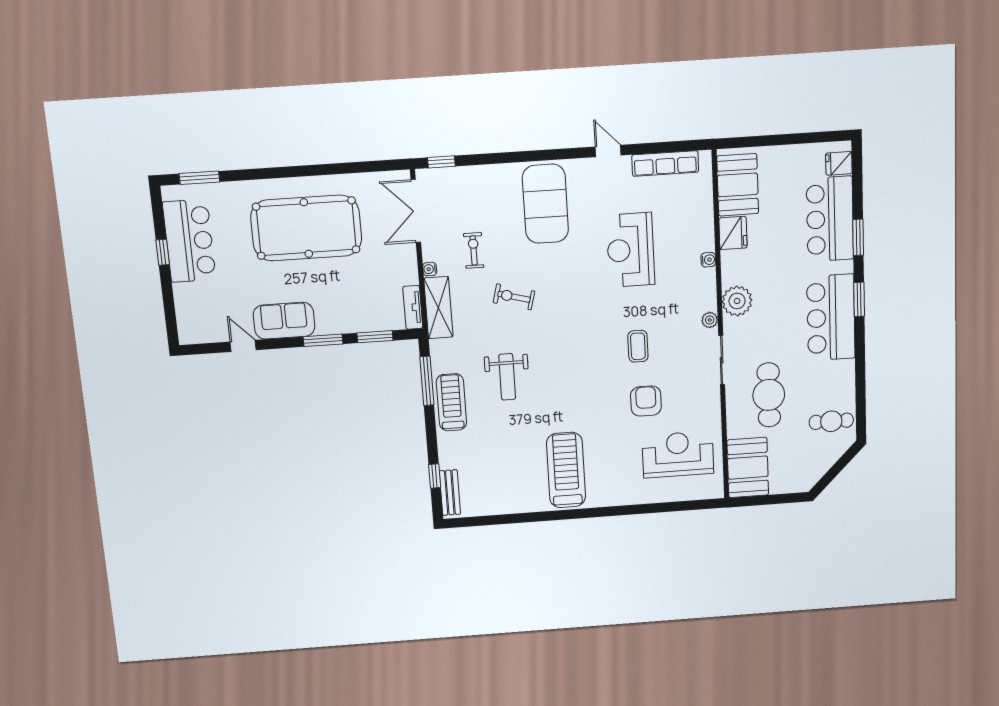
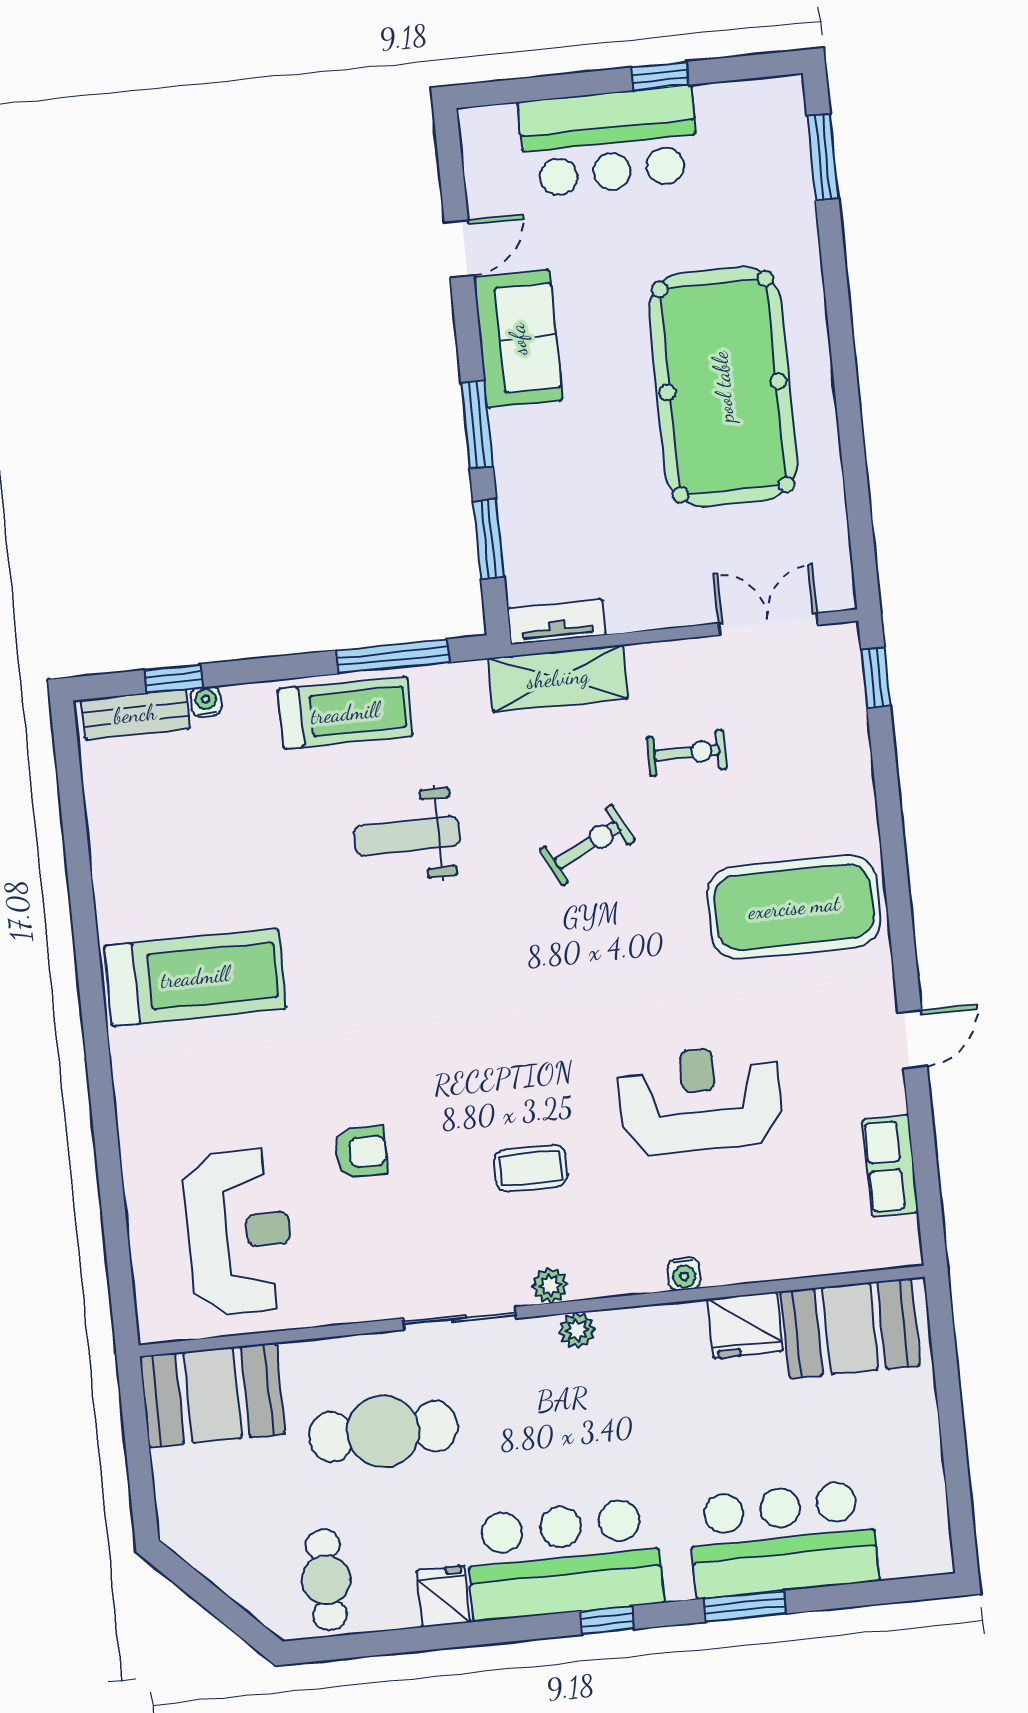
row of seats: (665, 163) -> (890, 1166), width x0.68
fridge: (839, 163) -> (443, 1596), moved
double door: (416, 211) -> (768, 624), width x0.73
bar counter: (189, 241) -> (609, 141), moved
water cooler: (430, 269) -> (206, 702), moved
exercise bike: (514, 297) -> (587, 845), turned 49
window: (859, 299) -> (607, 1620), width x0.67
plant: (737, 301) -> (577, 1330), width x0.53, depth x0.53
coffee table: (638, 346) -> (531, 1168), moved
armchair: (646, 401) -> (361, 1152), width x0.72, depth x0.72

